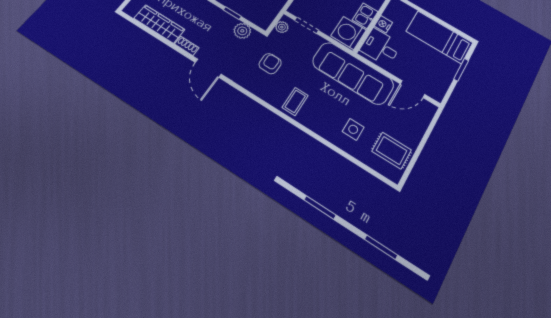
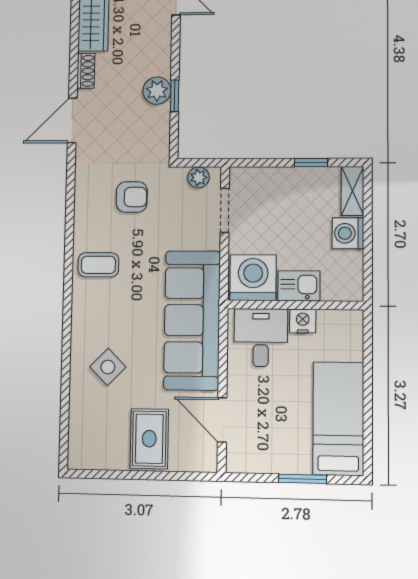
plant: (242, 31) -> (157, 91), moved
side table: (353, 129) -> (108, 367), turned 45
rug: (392, 151) -> (149, 439), moved

